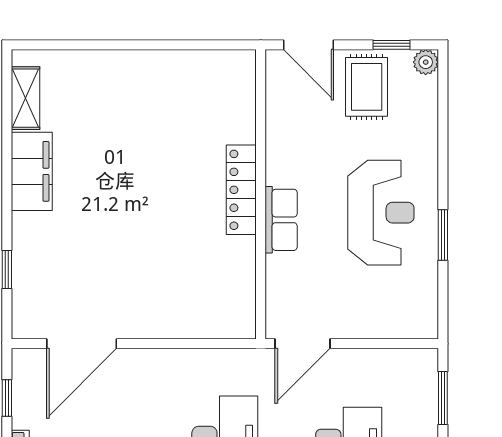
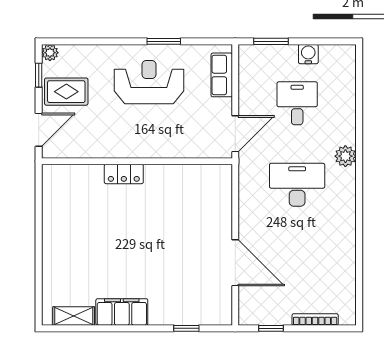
locker: (241, 190) -> (124, 174), width x0.66
row of seats: (281, 220) -> (222, 75), moved, turned -90
door: (82, 344) -> (235, 263), moved
door: (303, 344) -> (235, 134), hinge flipped

